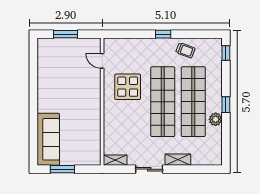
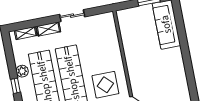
shelving: (115, 160) -> (26, 33), moved

